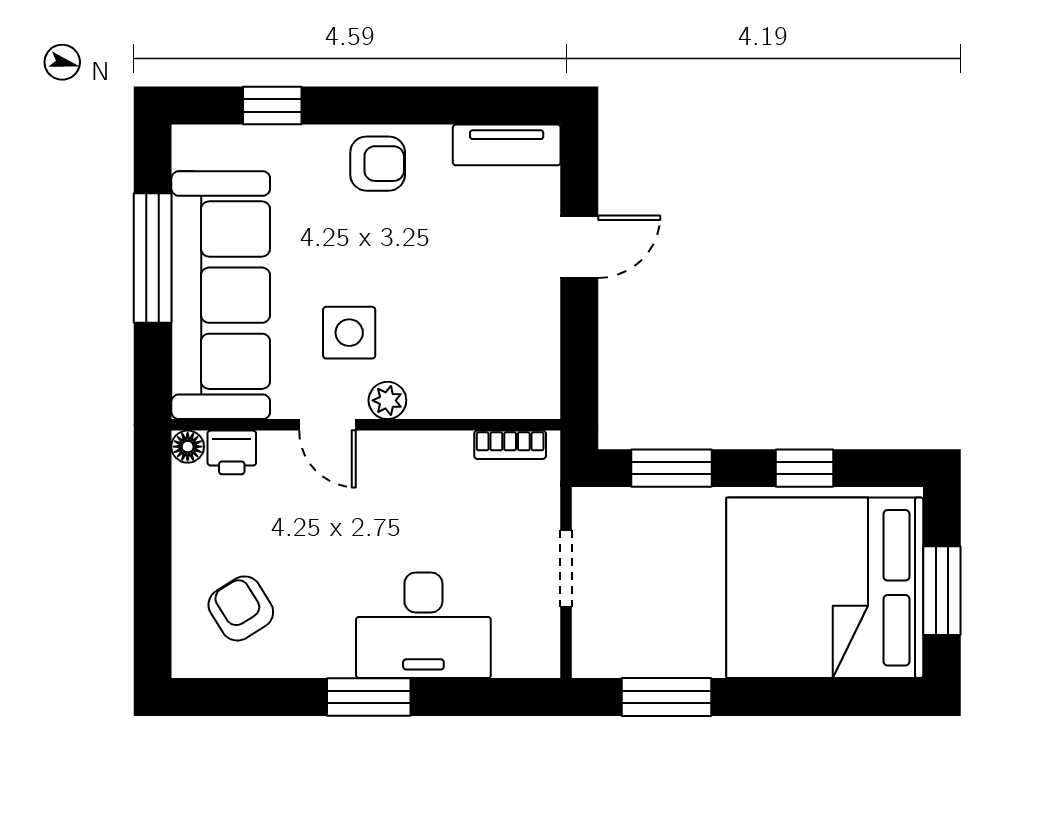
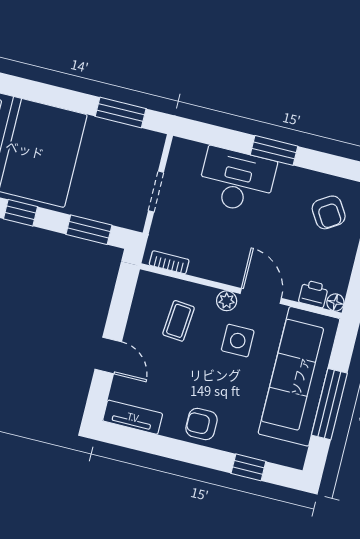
door: (579, 247) -> (108, 356), swing flipped
coffee table: (466, 342) -> (179, 321), added
door: (327, 425) -> (261, 296), width x1.38

